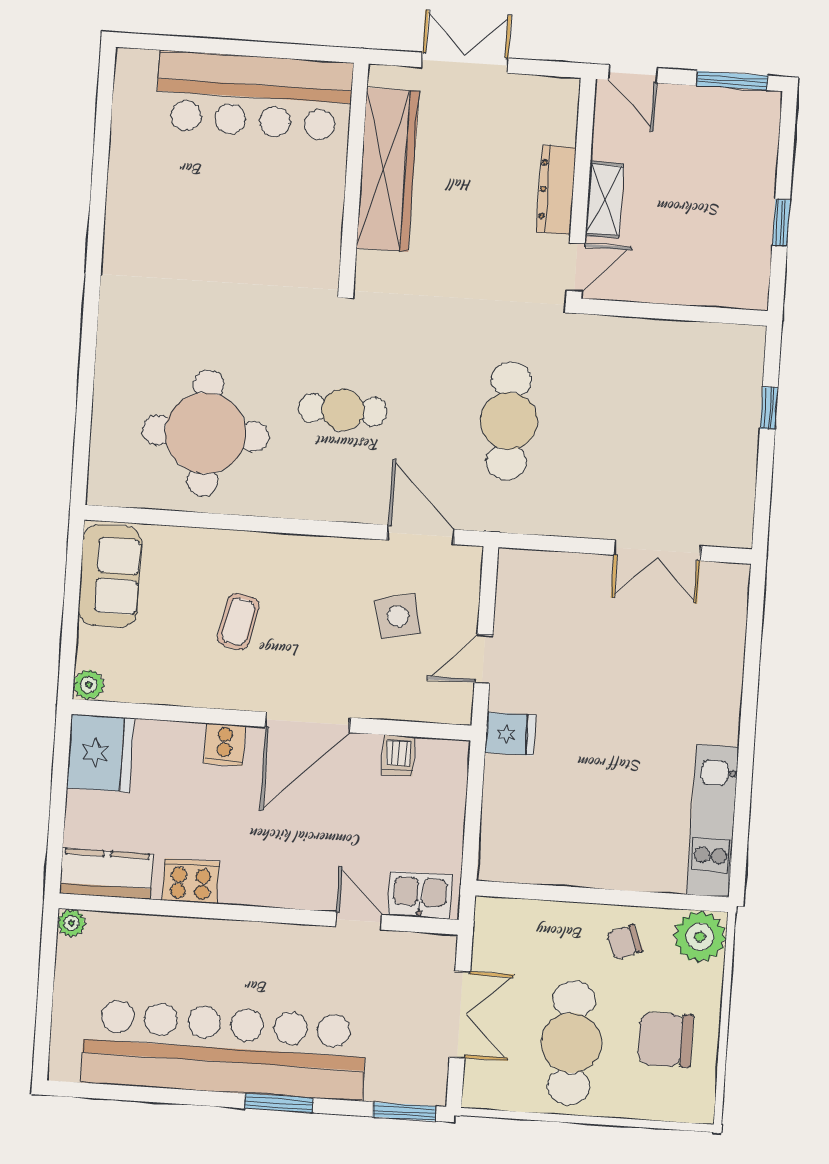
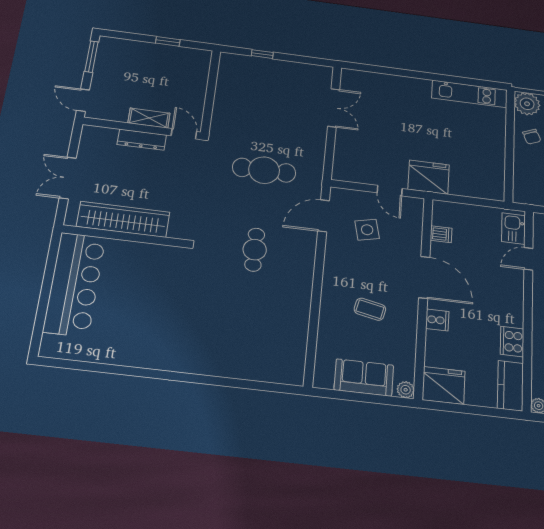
door: (633, 74) -> (83, 100), swing flipped
round table: (205, 433) -> (265, 320), removed
sofa: (110, 576) -> (364, 378), moved
fridge: (510, 734) -> (429, 177), width x1.88, depth x1.34

